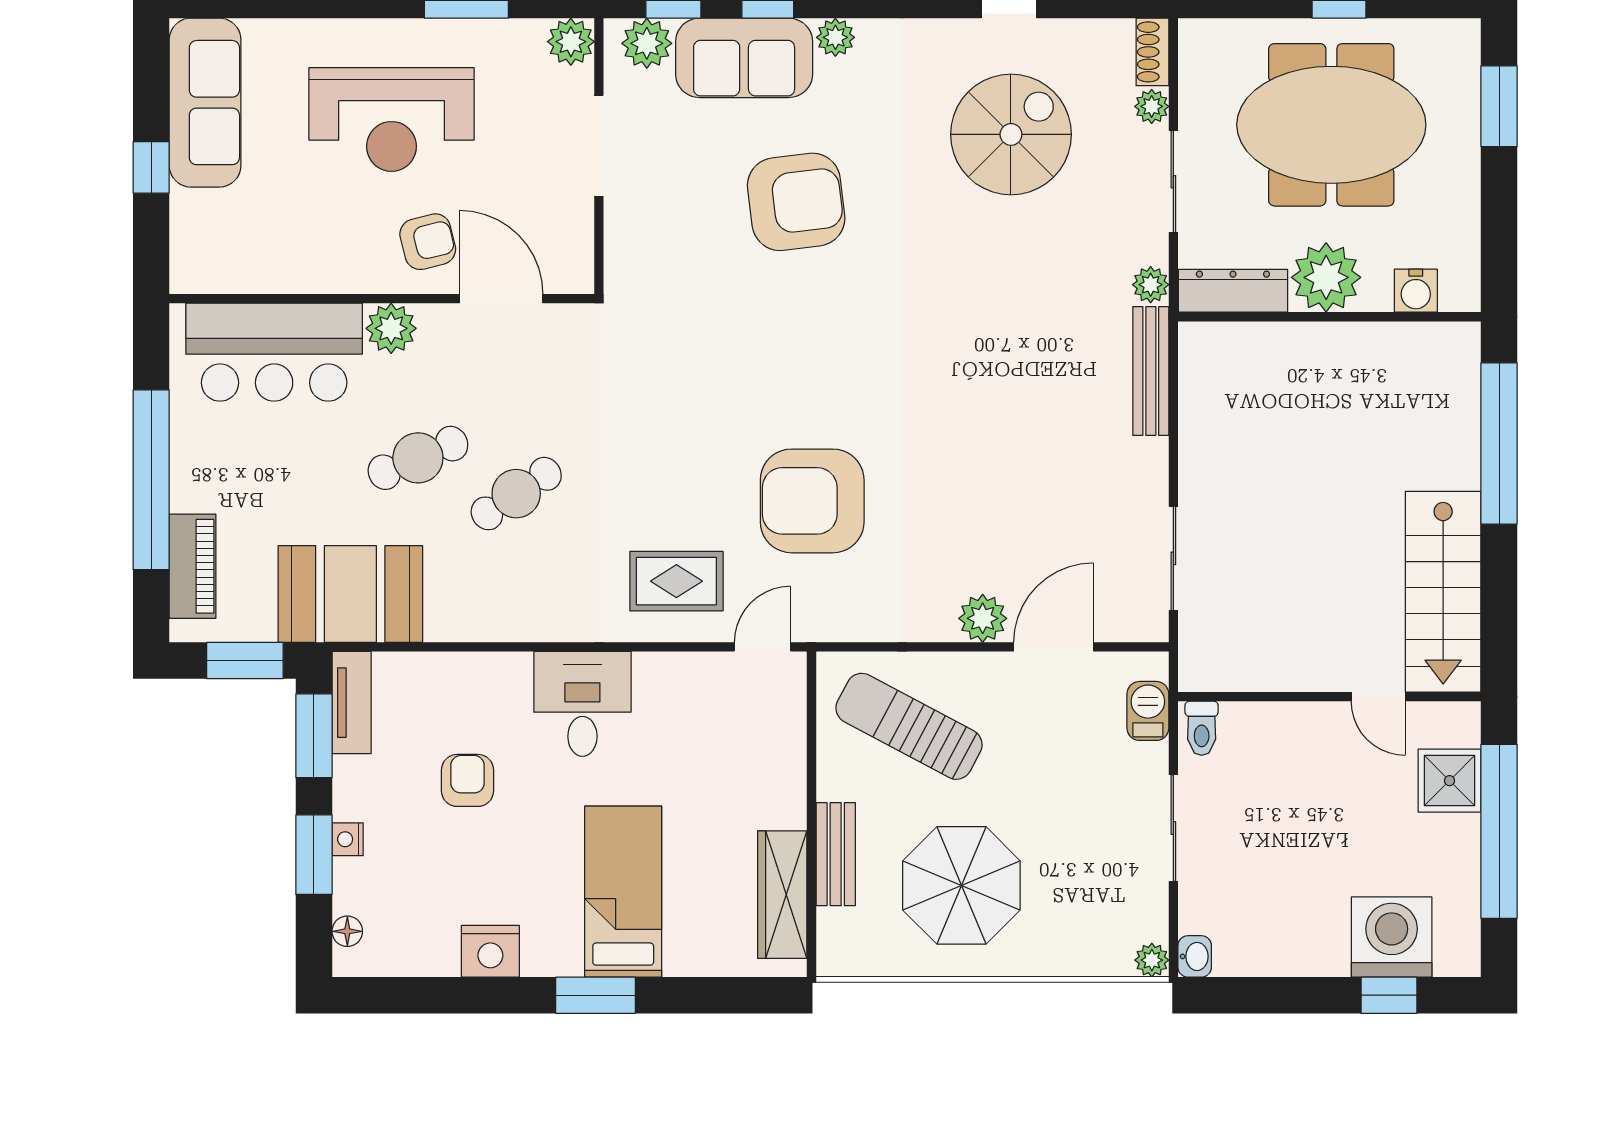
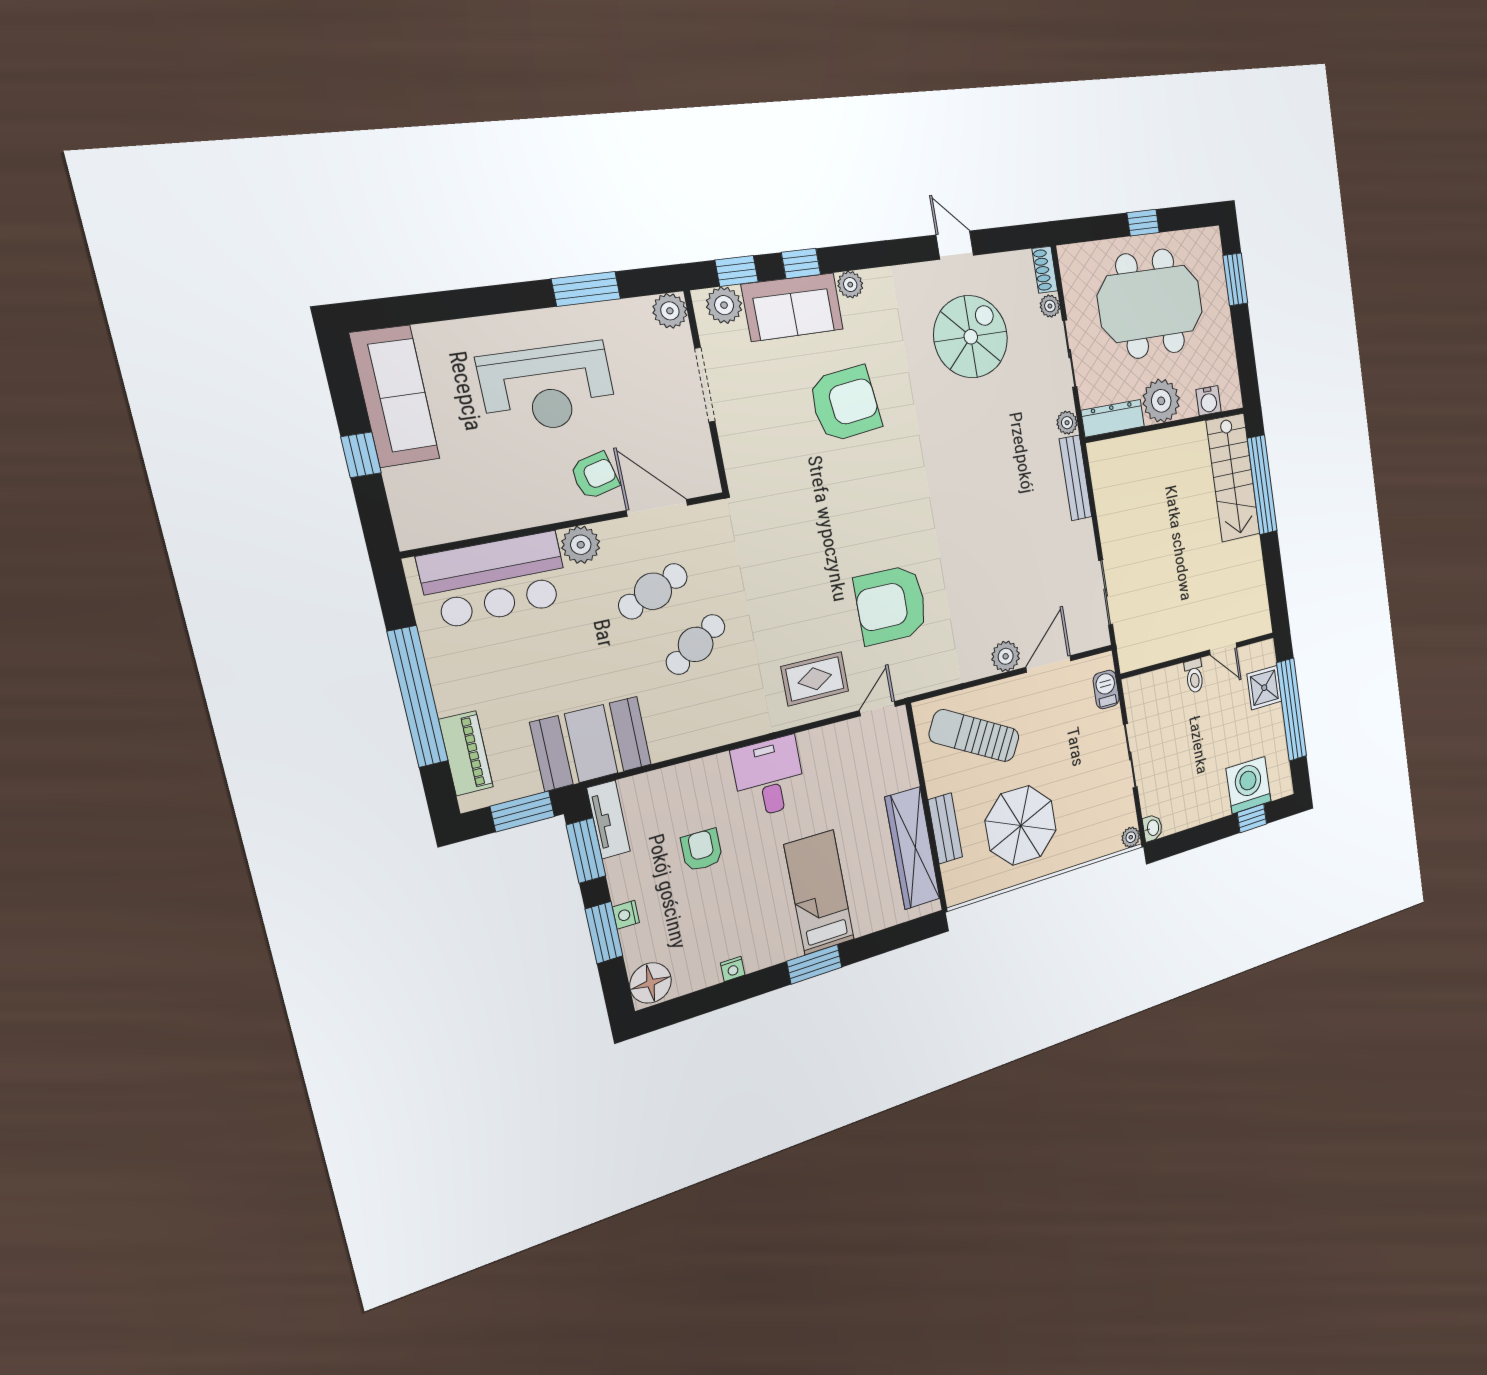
cafe table: (418, 458) -> (653, 591), moved
stairs: (1443, 592) -> (1233, 478), moved
toilet: (1202, 728) -> (1194, 676), moved
wardrobe: (782, 895) -> (913, 848), width x1.40, depth x1.17
floor lamp: (347, 931) -> (651, 983), width x1.89, depth x1.89
nightstand: (490, 951) -> (733, 969), width x0.53, depth x0.56

